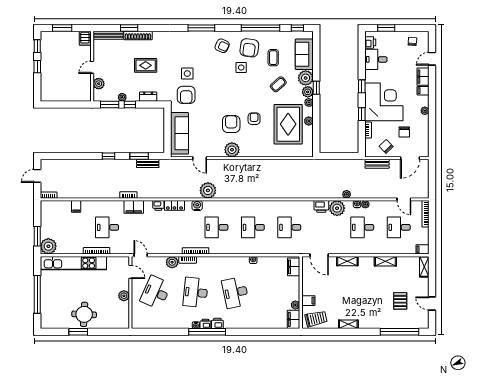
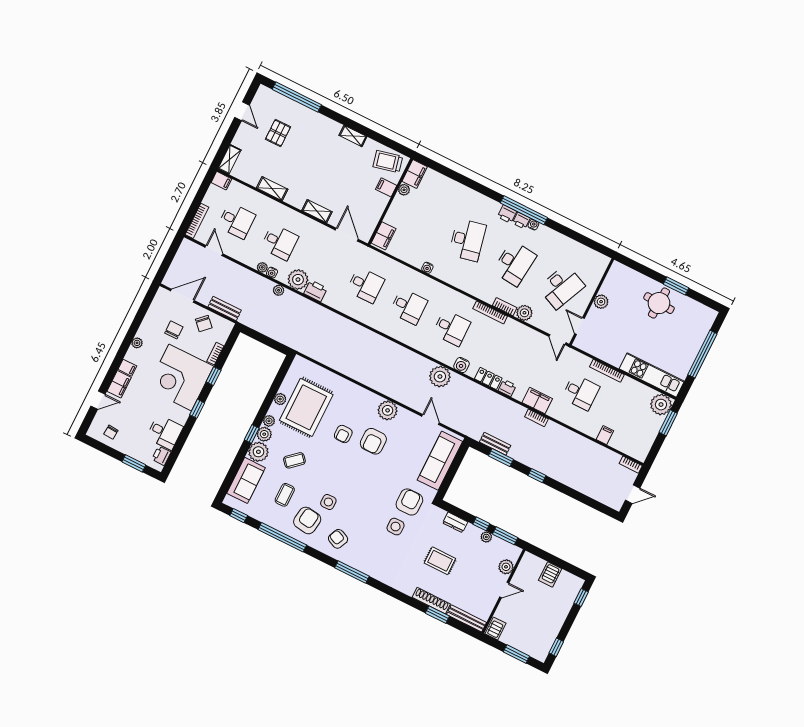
window: (37, 67) -> (581, 598), moved
server rack: (66, 93) -> (550, 575), added
kitchen unit: (73, 263) -> (652, 375), width x0.73

